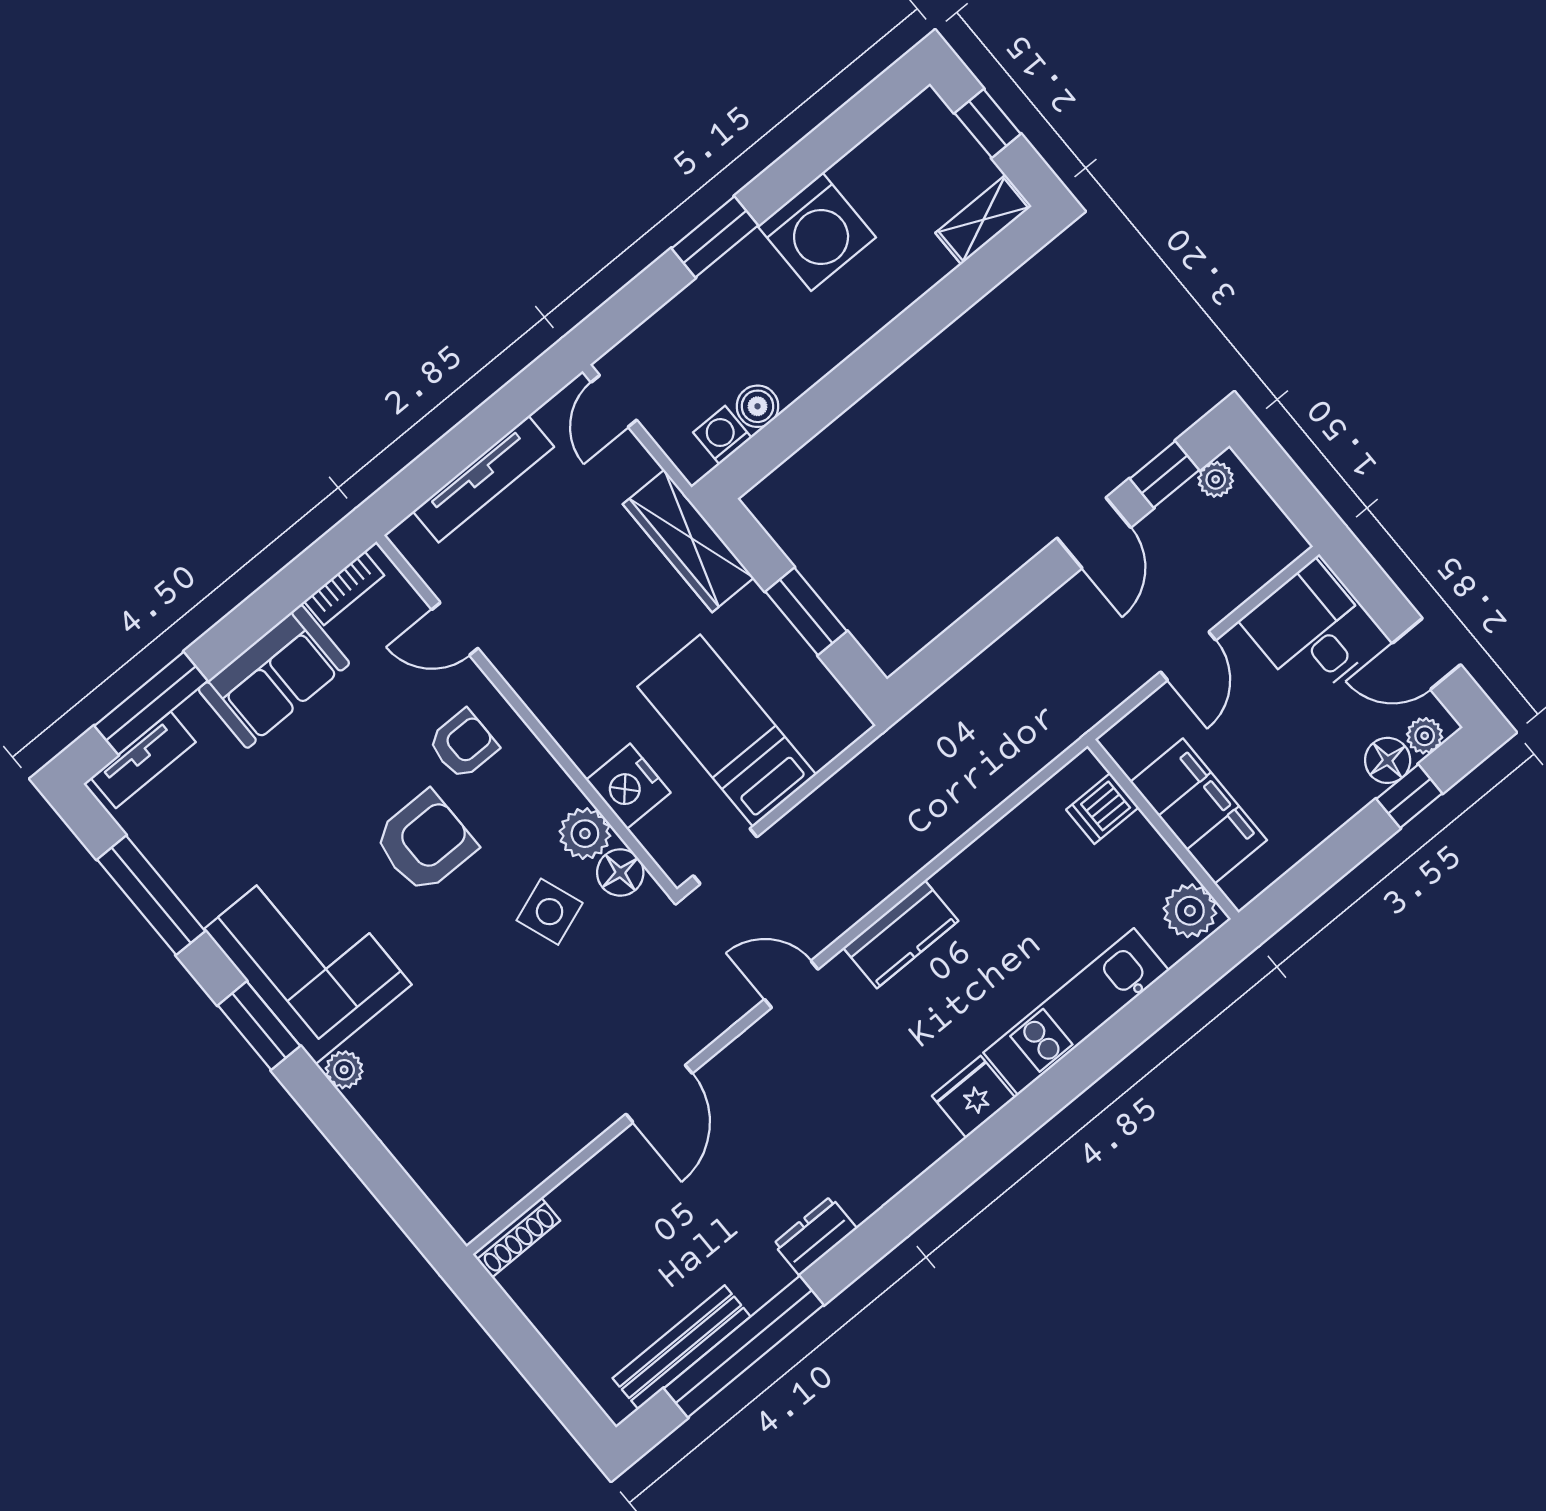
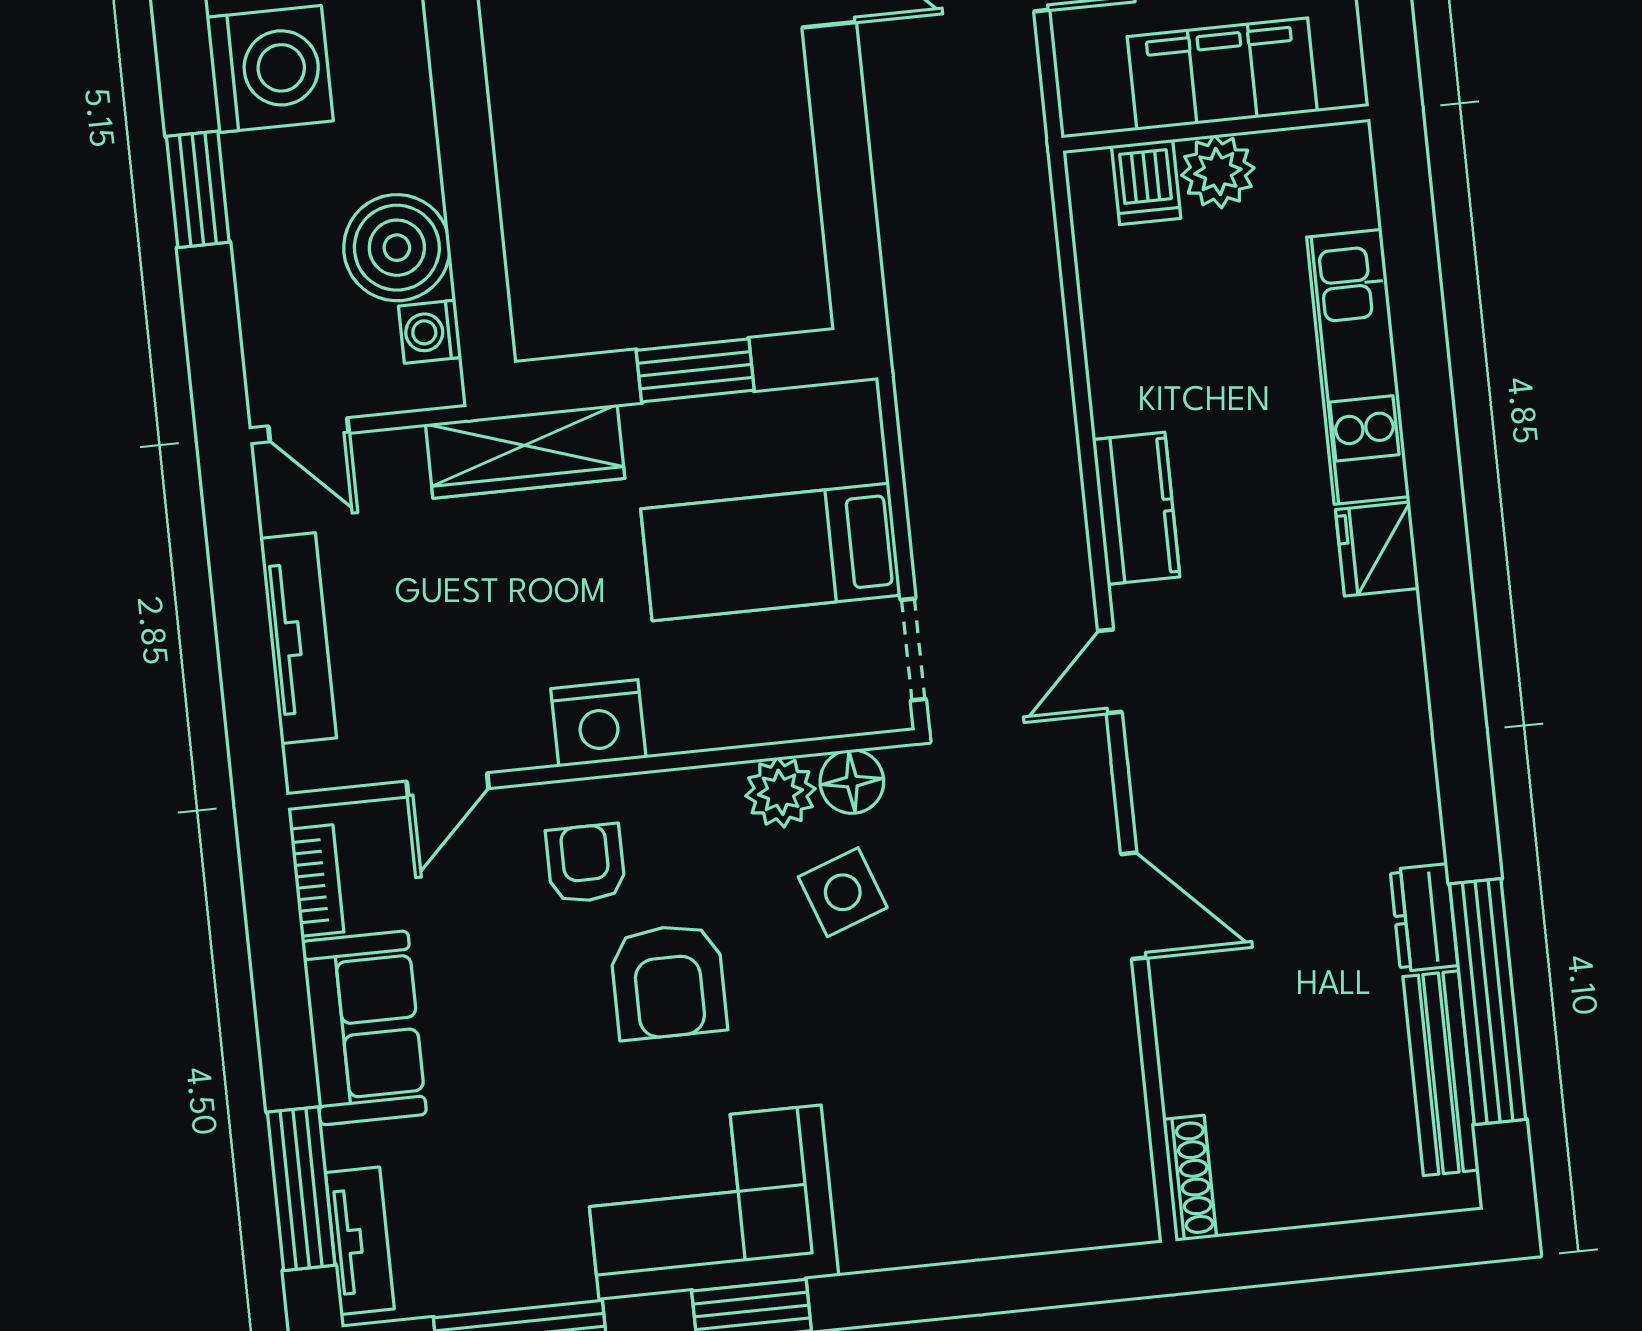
boiler: (758, 406) -> (397, 248), width x1.86, depth x1.86
nightstand: (628, 786) -> (598, 723), moved
armchair: (425, 842) -> (668, 981), turned 180
plant: (1190, 911) -> (1218, 172), moved
plant: (344, 1070) -> (867, 1247), removed
dresser: (815, 1236) -> (1424, 918), moved

